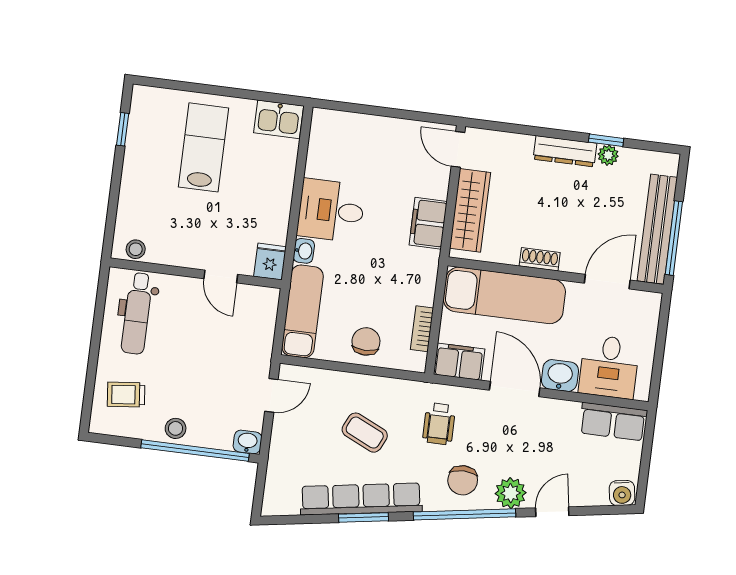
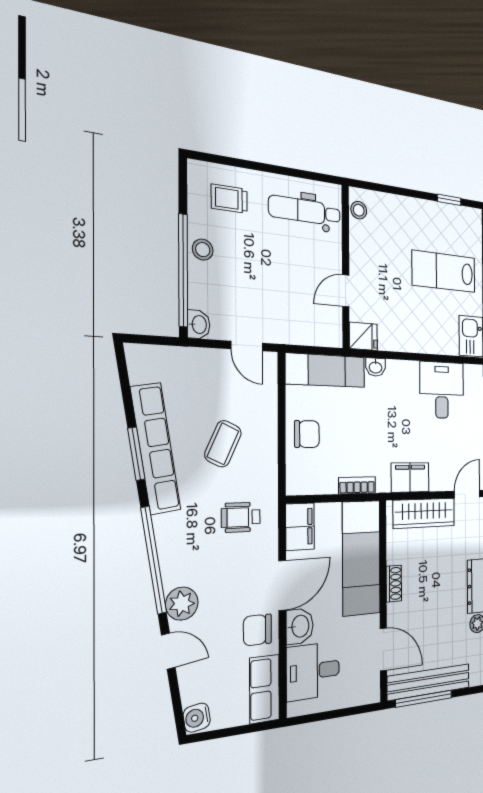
lab bench: (203, 147) -> (444, 271), turned 180
desk: (331, 210) -> (442, 390), moved
bookcase: (422, 329) -> (357, 485), moved
trolley: (126, 395) -> (229, 199), turned -84
chair: (463, 480) -> (257, 630), moved

